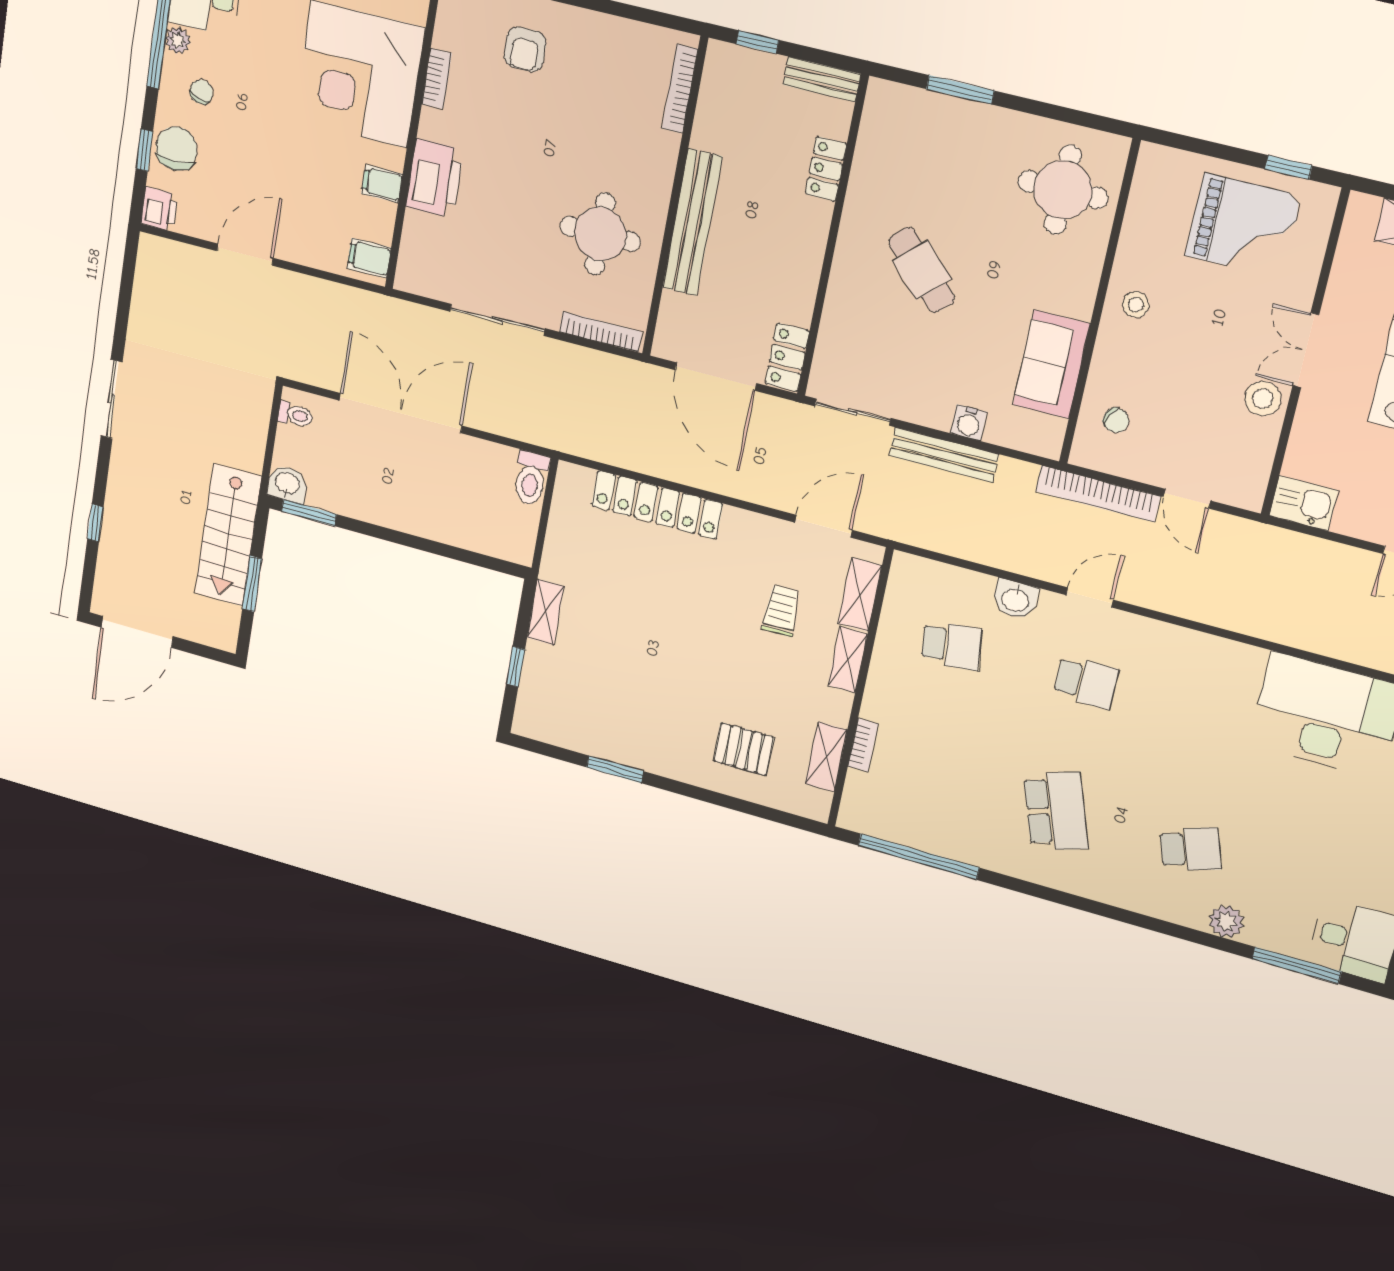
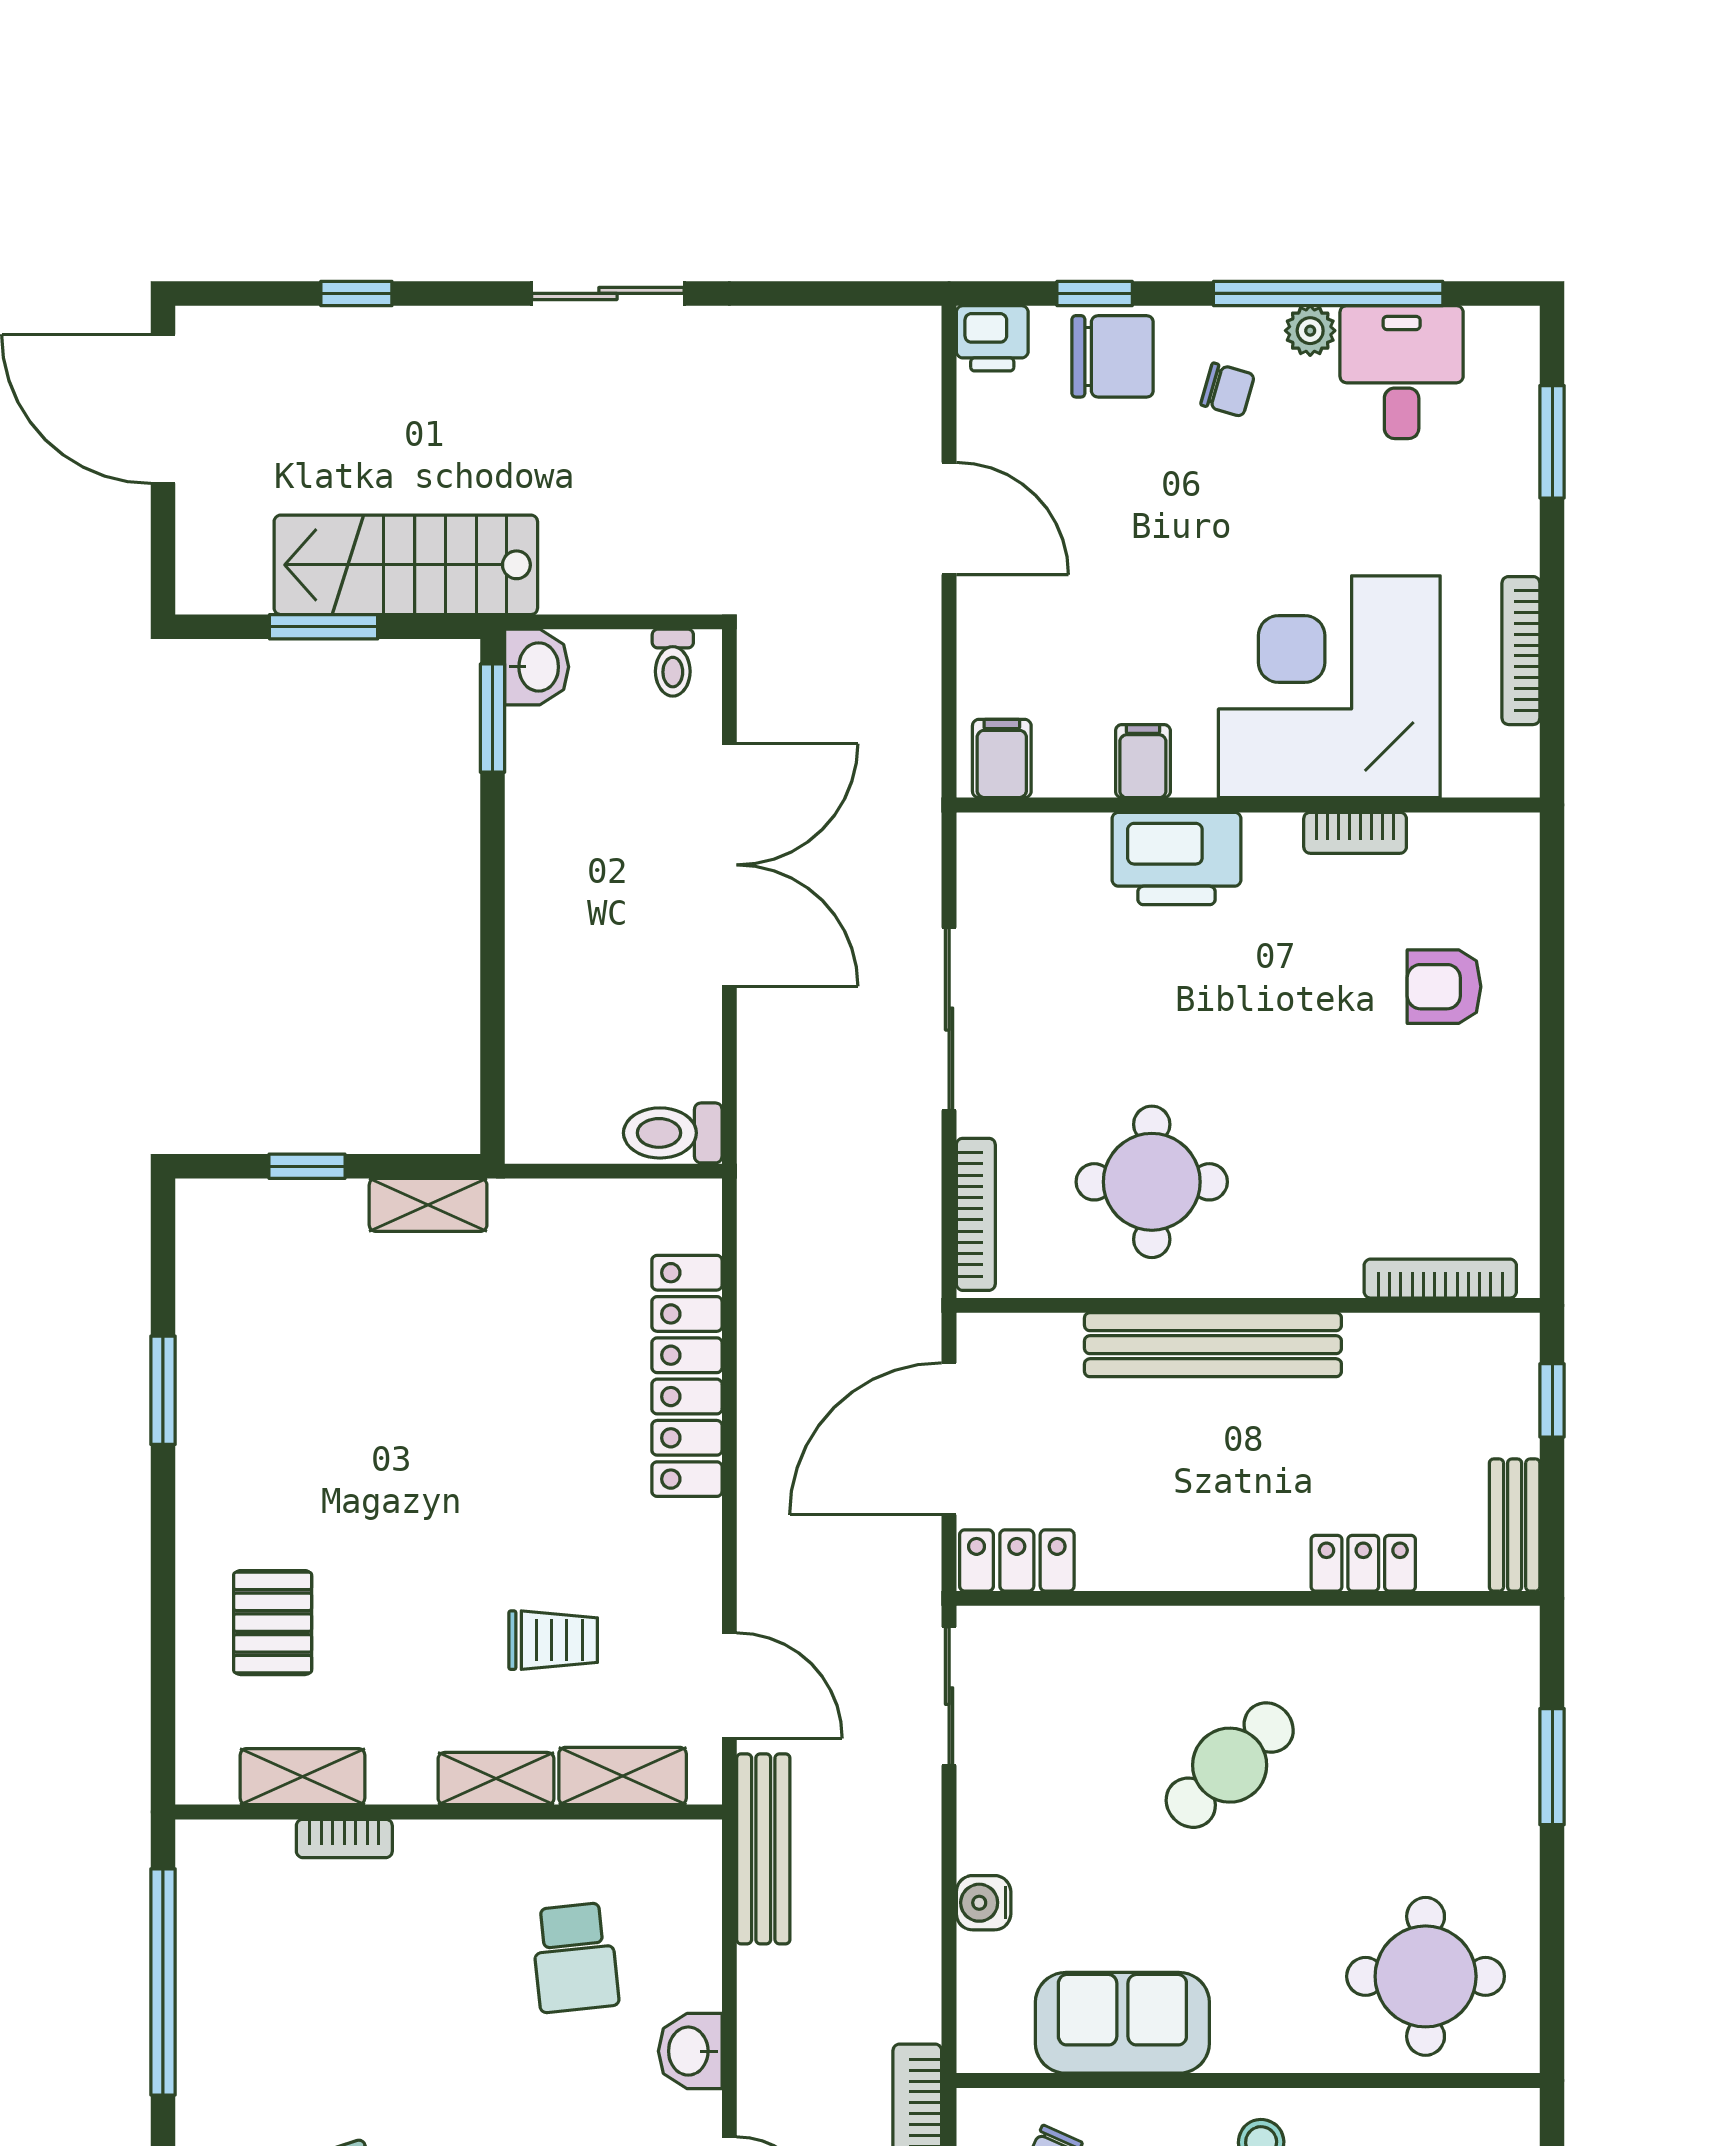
bench: (944, 455) -> (763, 1849), moved

